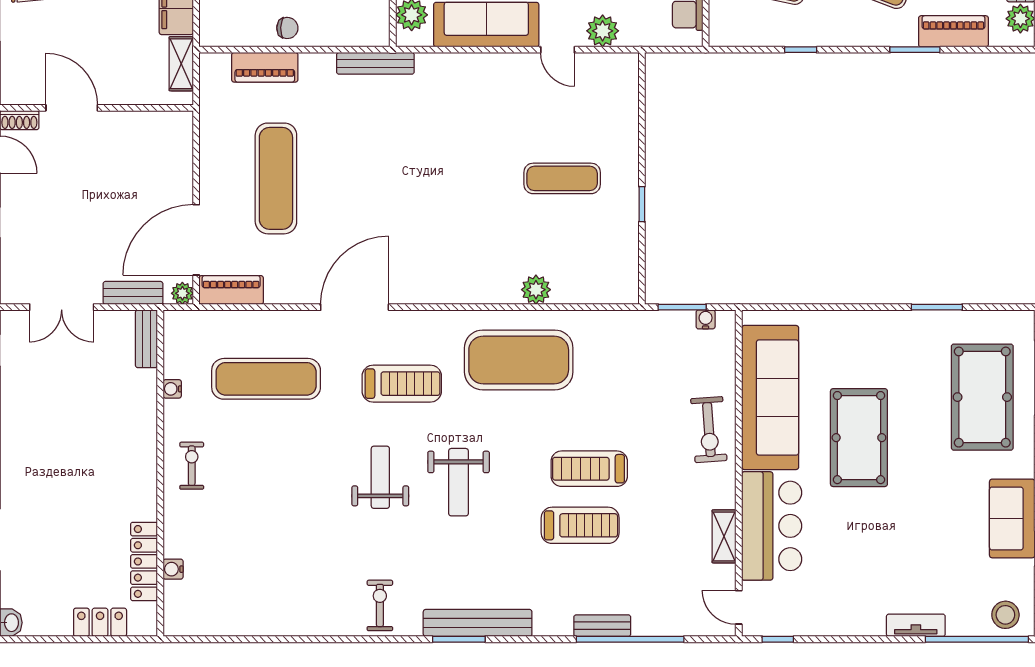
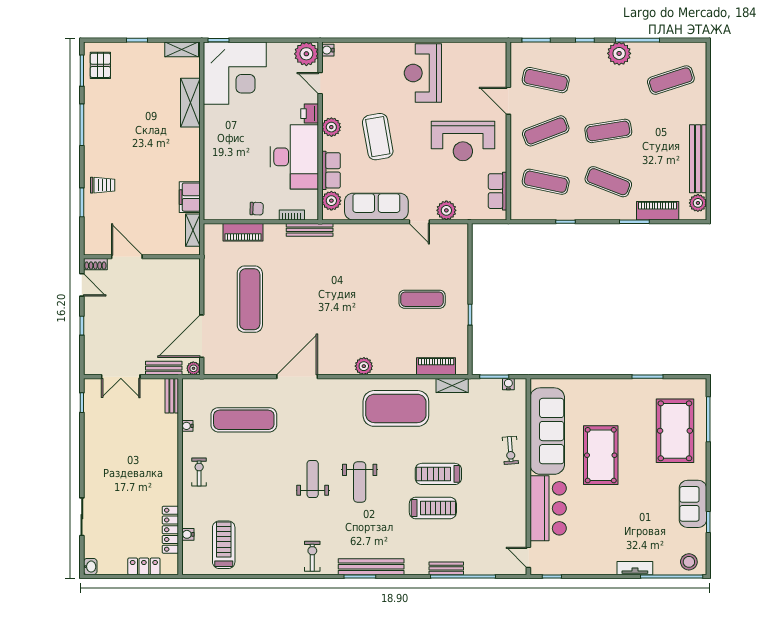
bookcase: (346, 39) -> (292, 215), added
piano: (231, 290) -> (436, 366), moved
plant: (536, 290) -> (364, 366), moved
treadmill: (402, 384) -> (224, 545), moved, turned -90
exercise bike: (709, 430) -> (510, 450), width x0.73, depth x0.72
shelving: (724, 536) -> (452, 385), moved, turned 90

